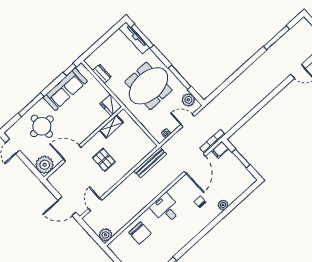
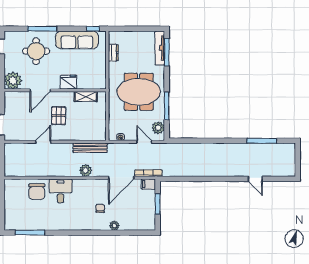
fridge: (111, 105) -> (68, 82), moved, turned 90
door: (72, 153) -> (40, 90), swing flipped
door: (95, 204) -> (43, 142), moved
desk: (166, 209) -> (61, 191), moved
plant: (105, 235) -> (86, 170), moved

